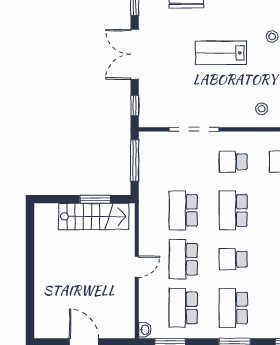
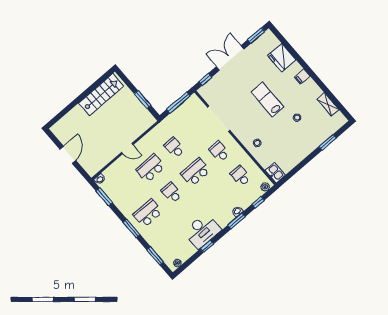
school desk: (183, 210) -> (174, 148), width x0.54
stairs: (94, 216) -> (101, 95), moved, turned -90
school desk: (183, 308) -> (127, 189), removed

